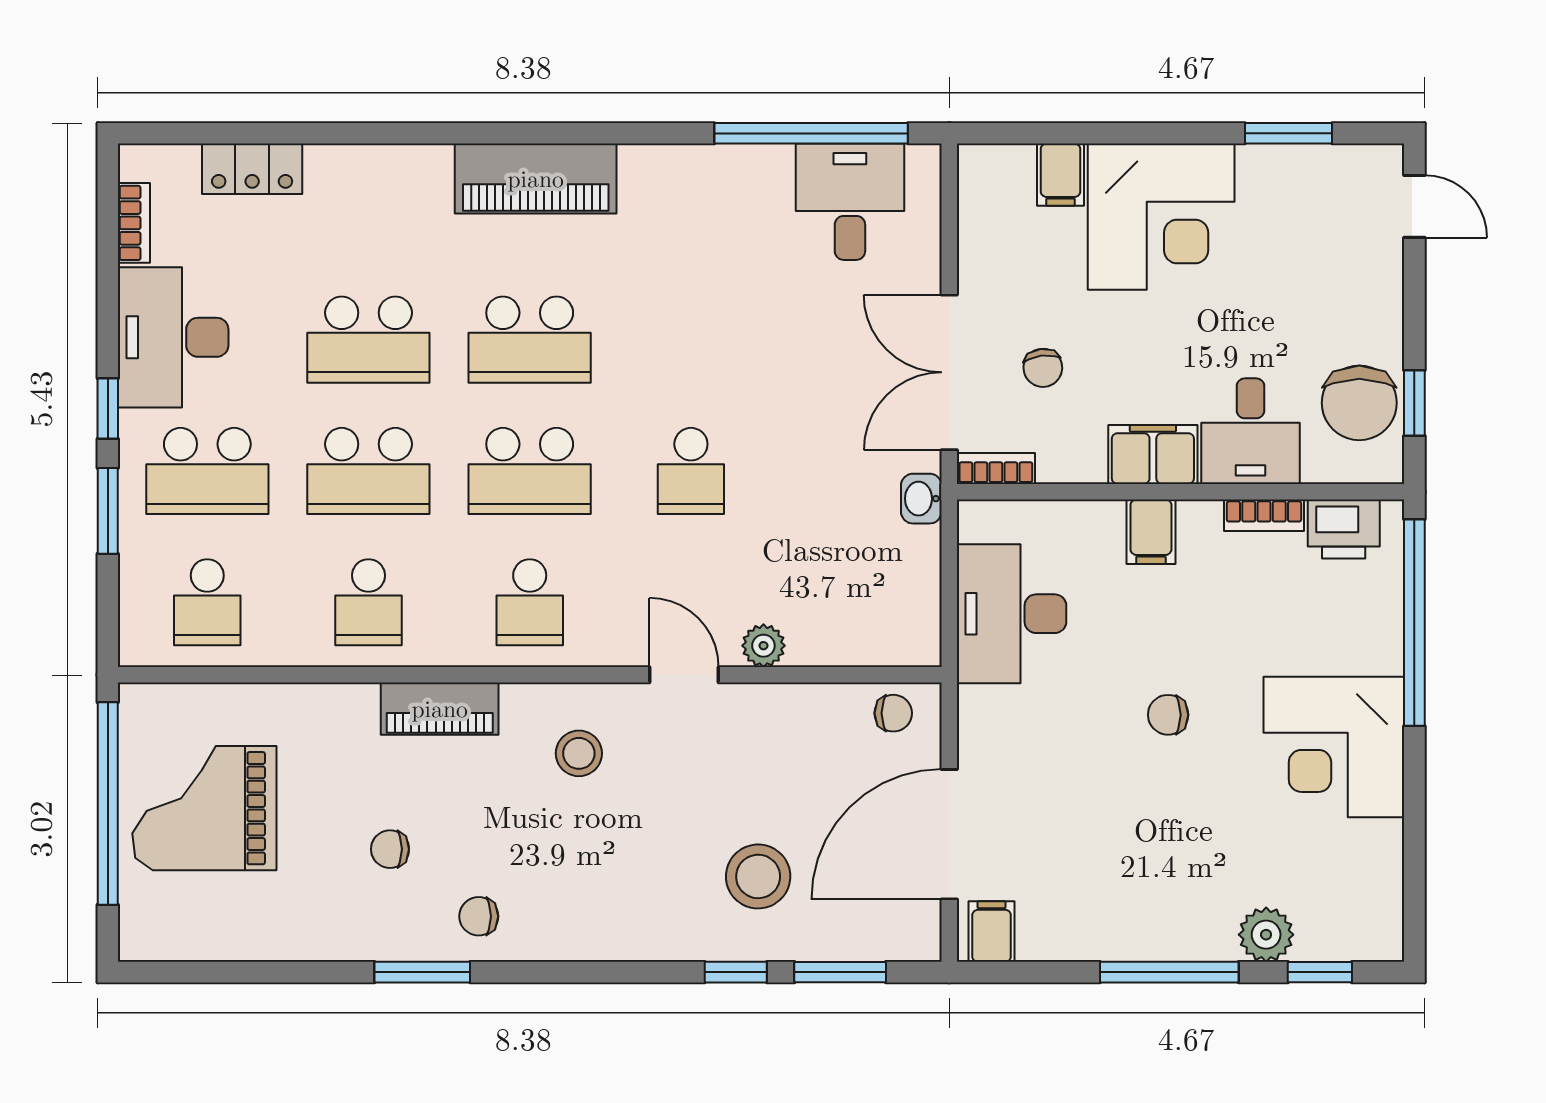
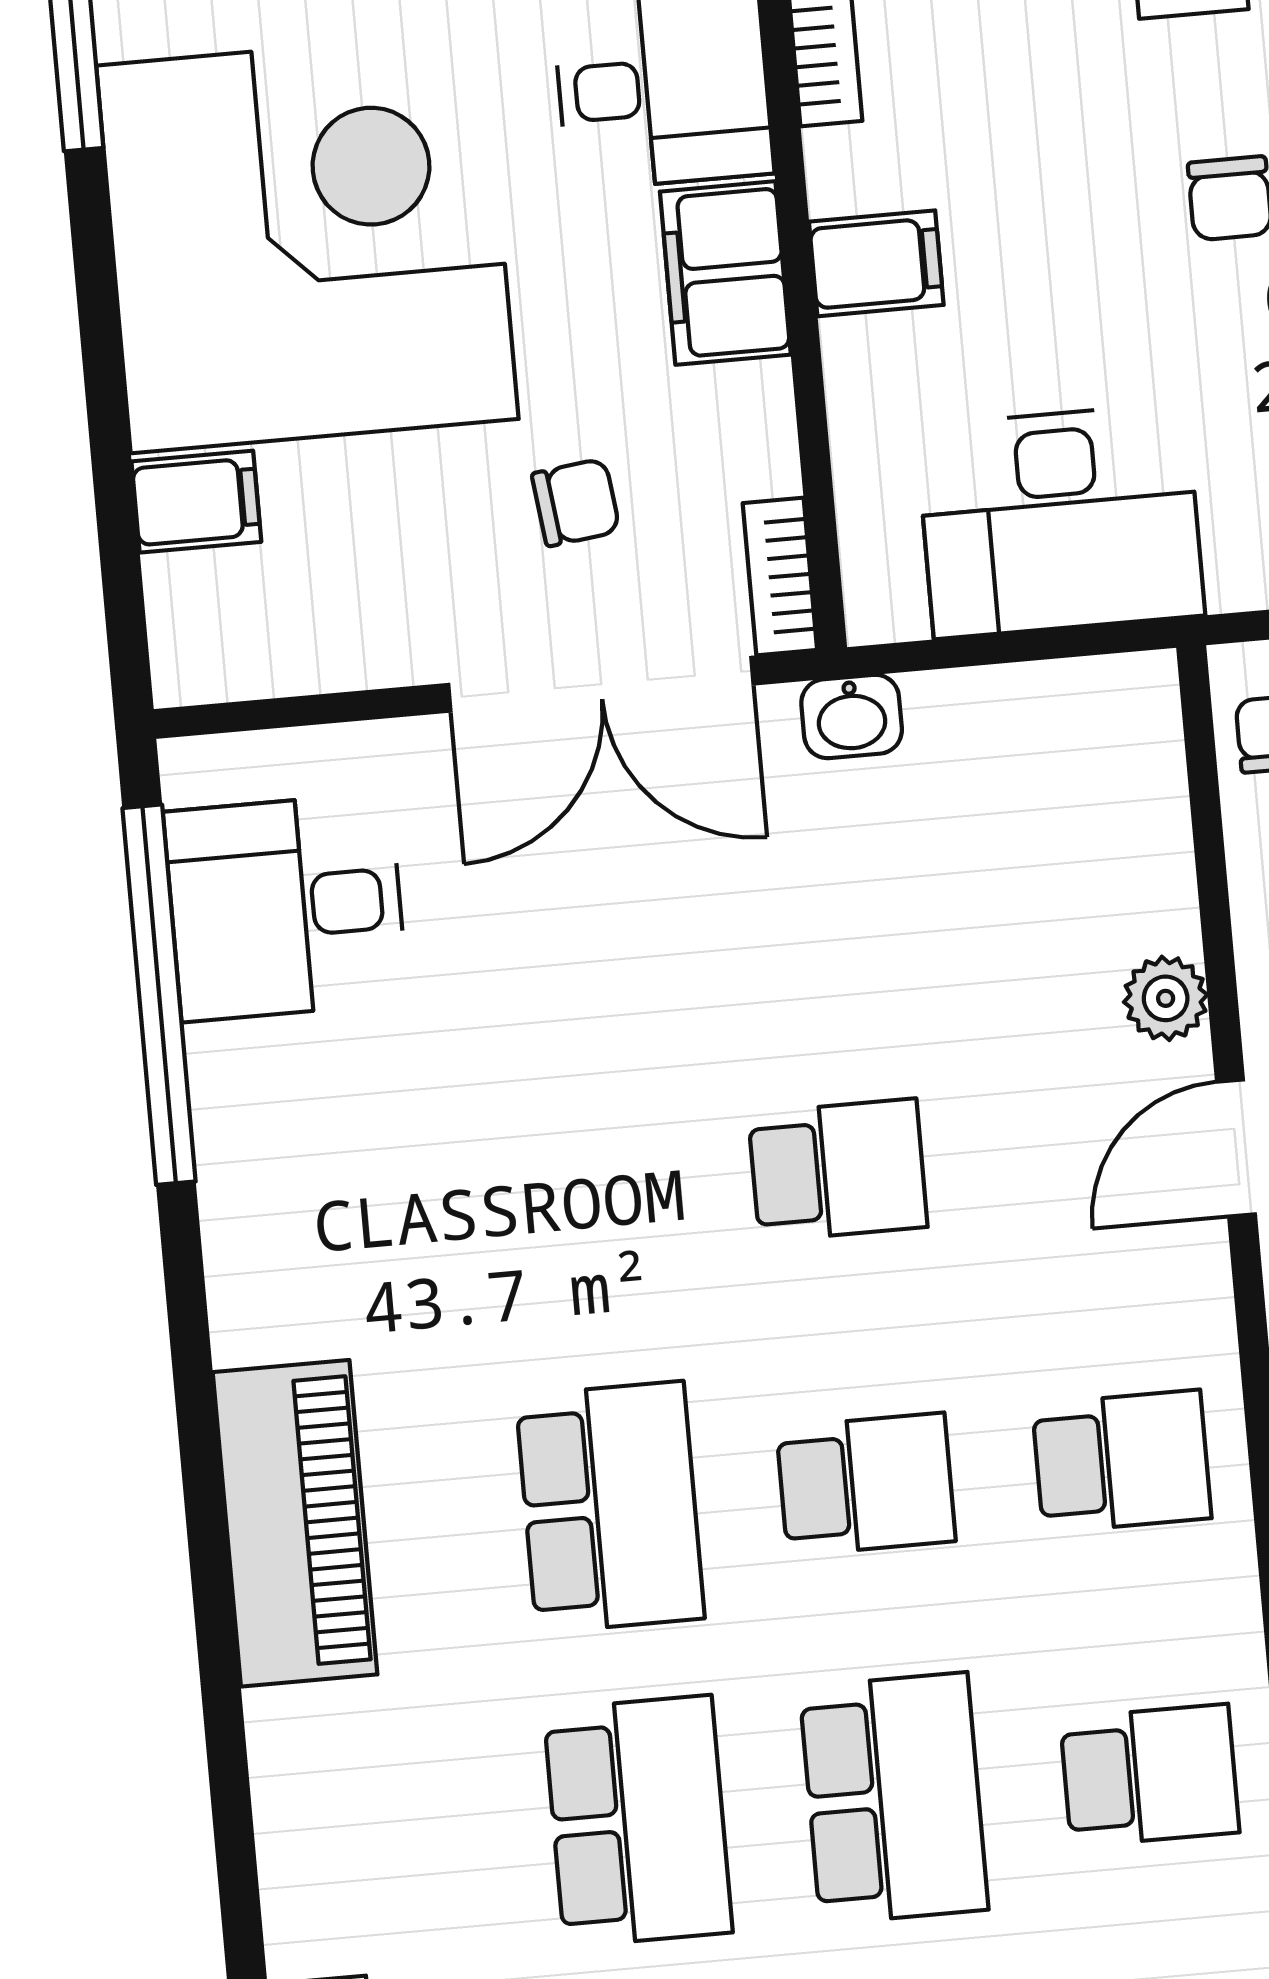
corner desk: (1161, 217) -> (307, 242), width x1.36, depth x1.36
school desk: (530, 471) -> (866, 1484), width x0.54

